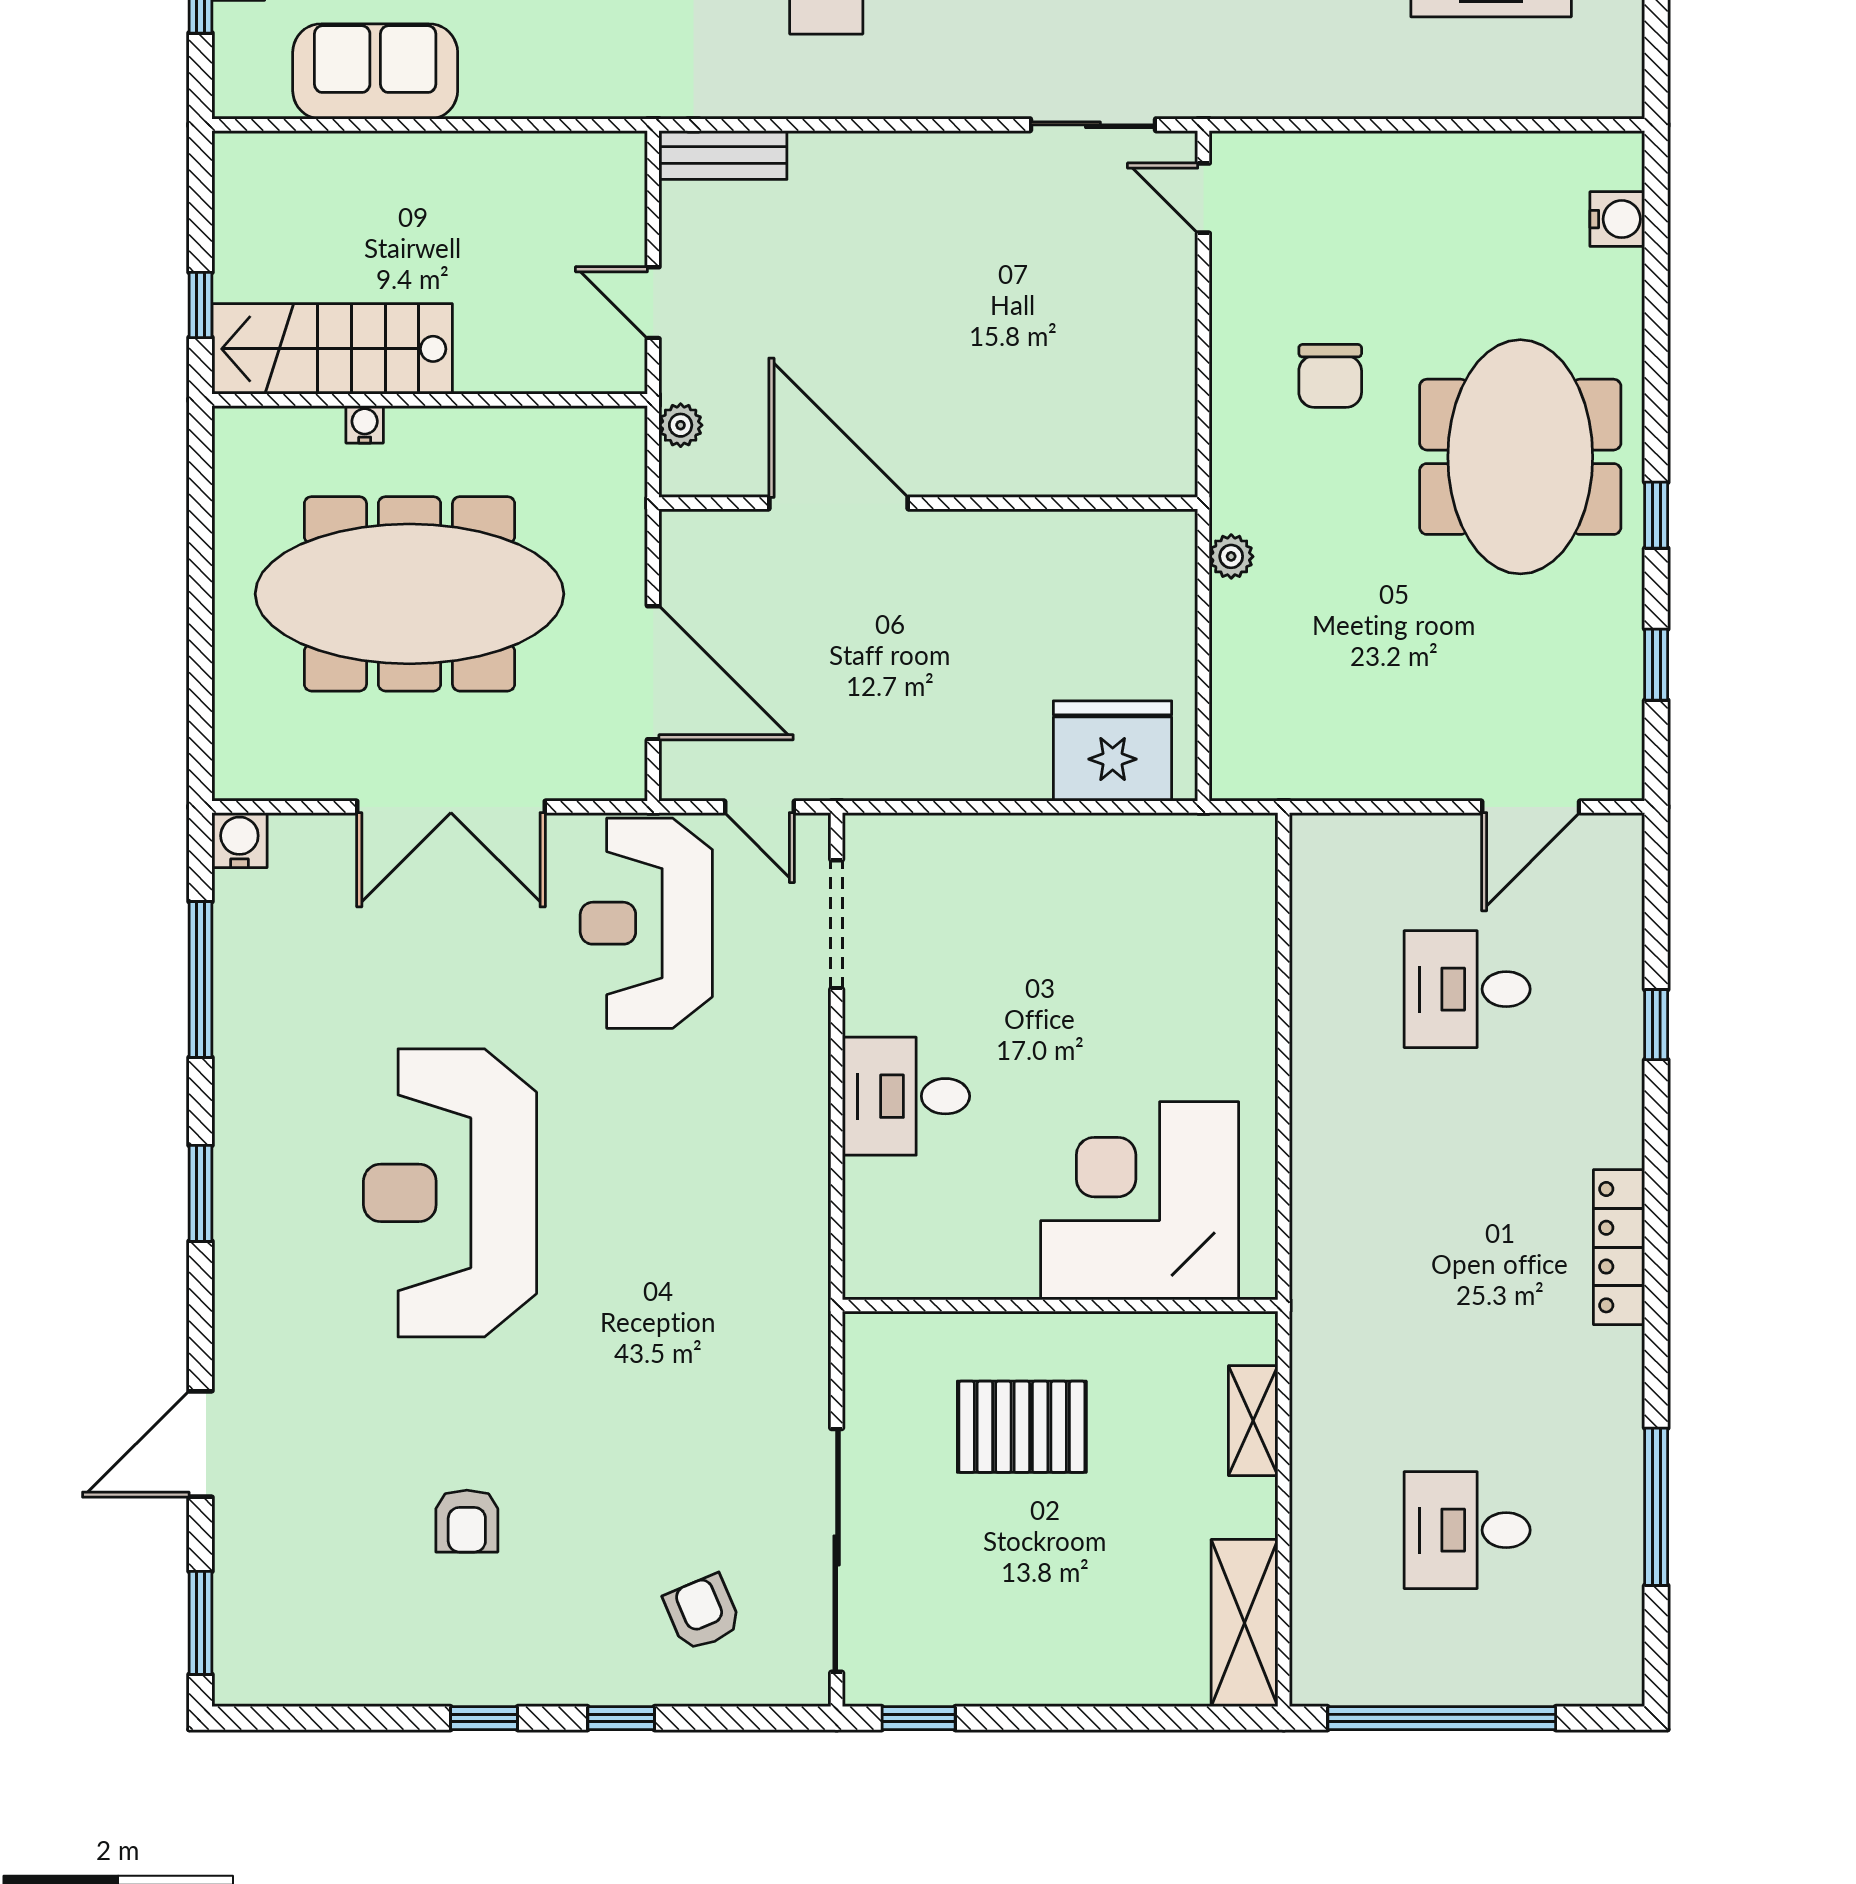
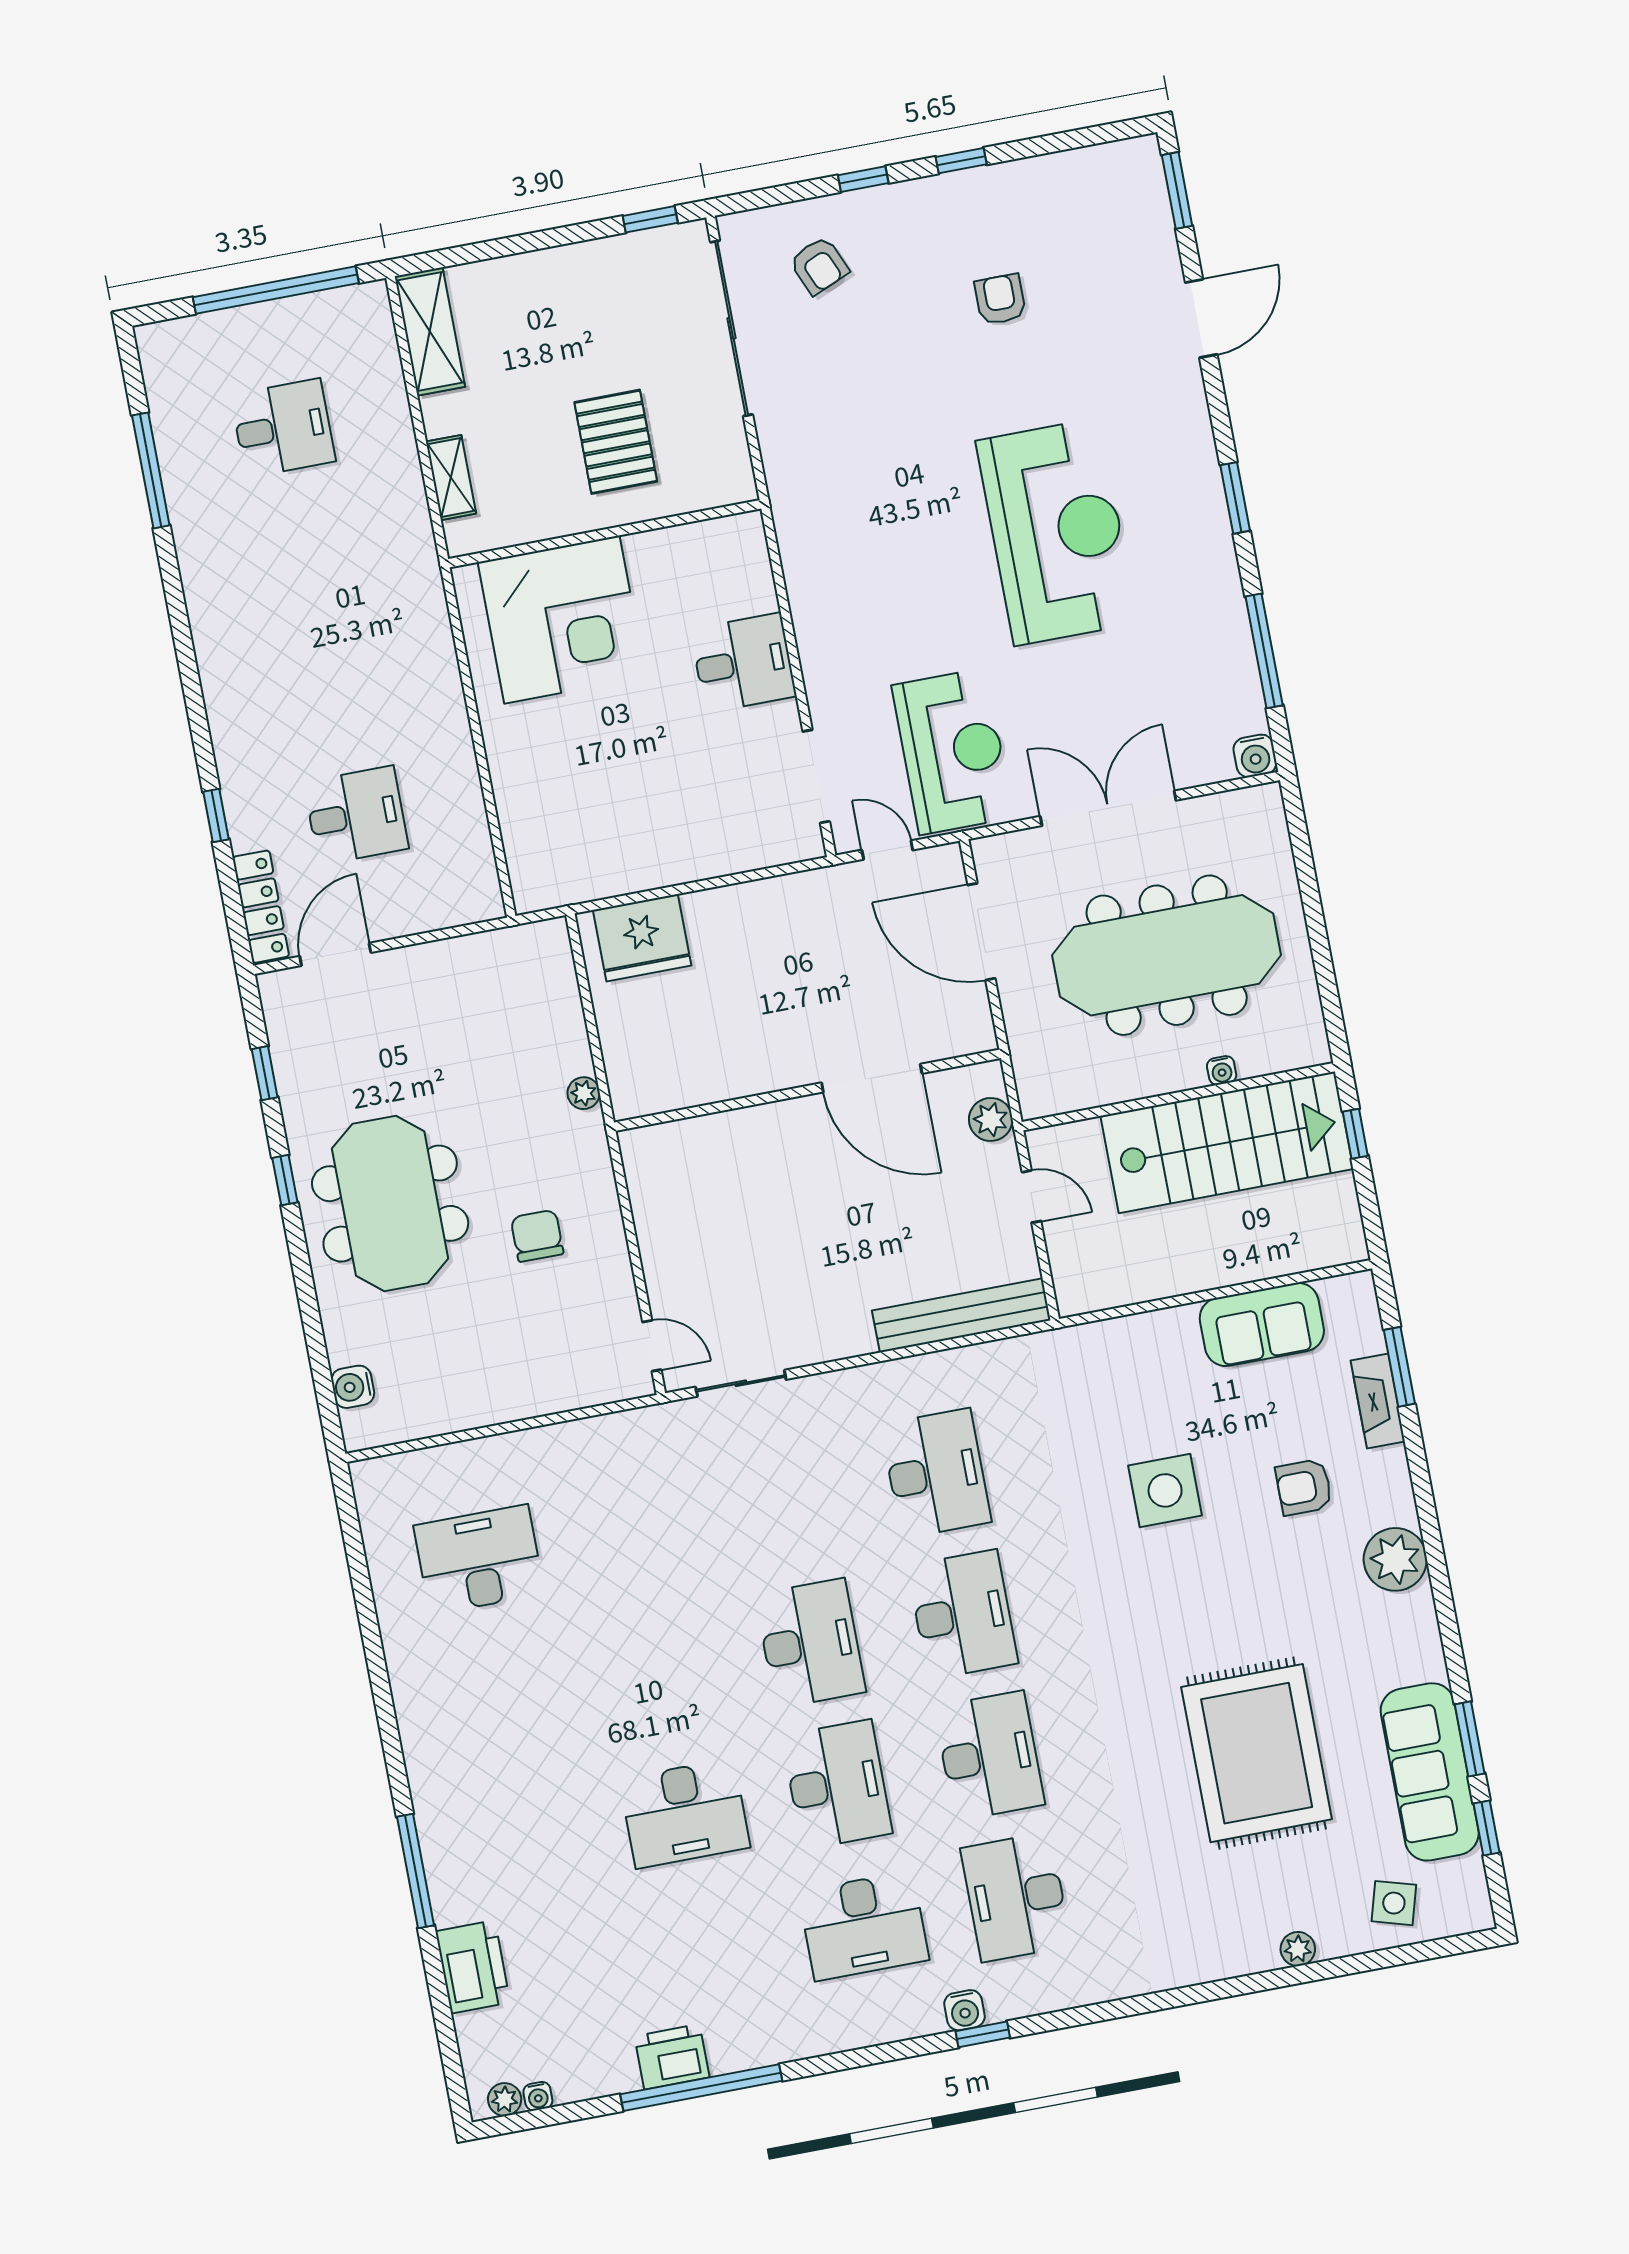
bench: (723, 155) -> (961, 1315), width x1.86, depth x1.21
stairs: (332, 349) -> (1227, 1142), width x1.36, depth x1.51
plant: (681, 425) -> (991, 1119), width x1.38, depth x1.38
locker: (1619, 1247) -> (261, 907), moved
pallet: (1022, 1427) -> (616, 442), turned 90

